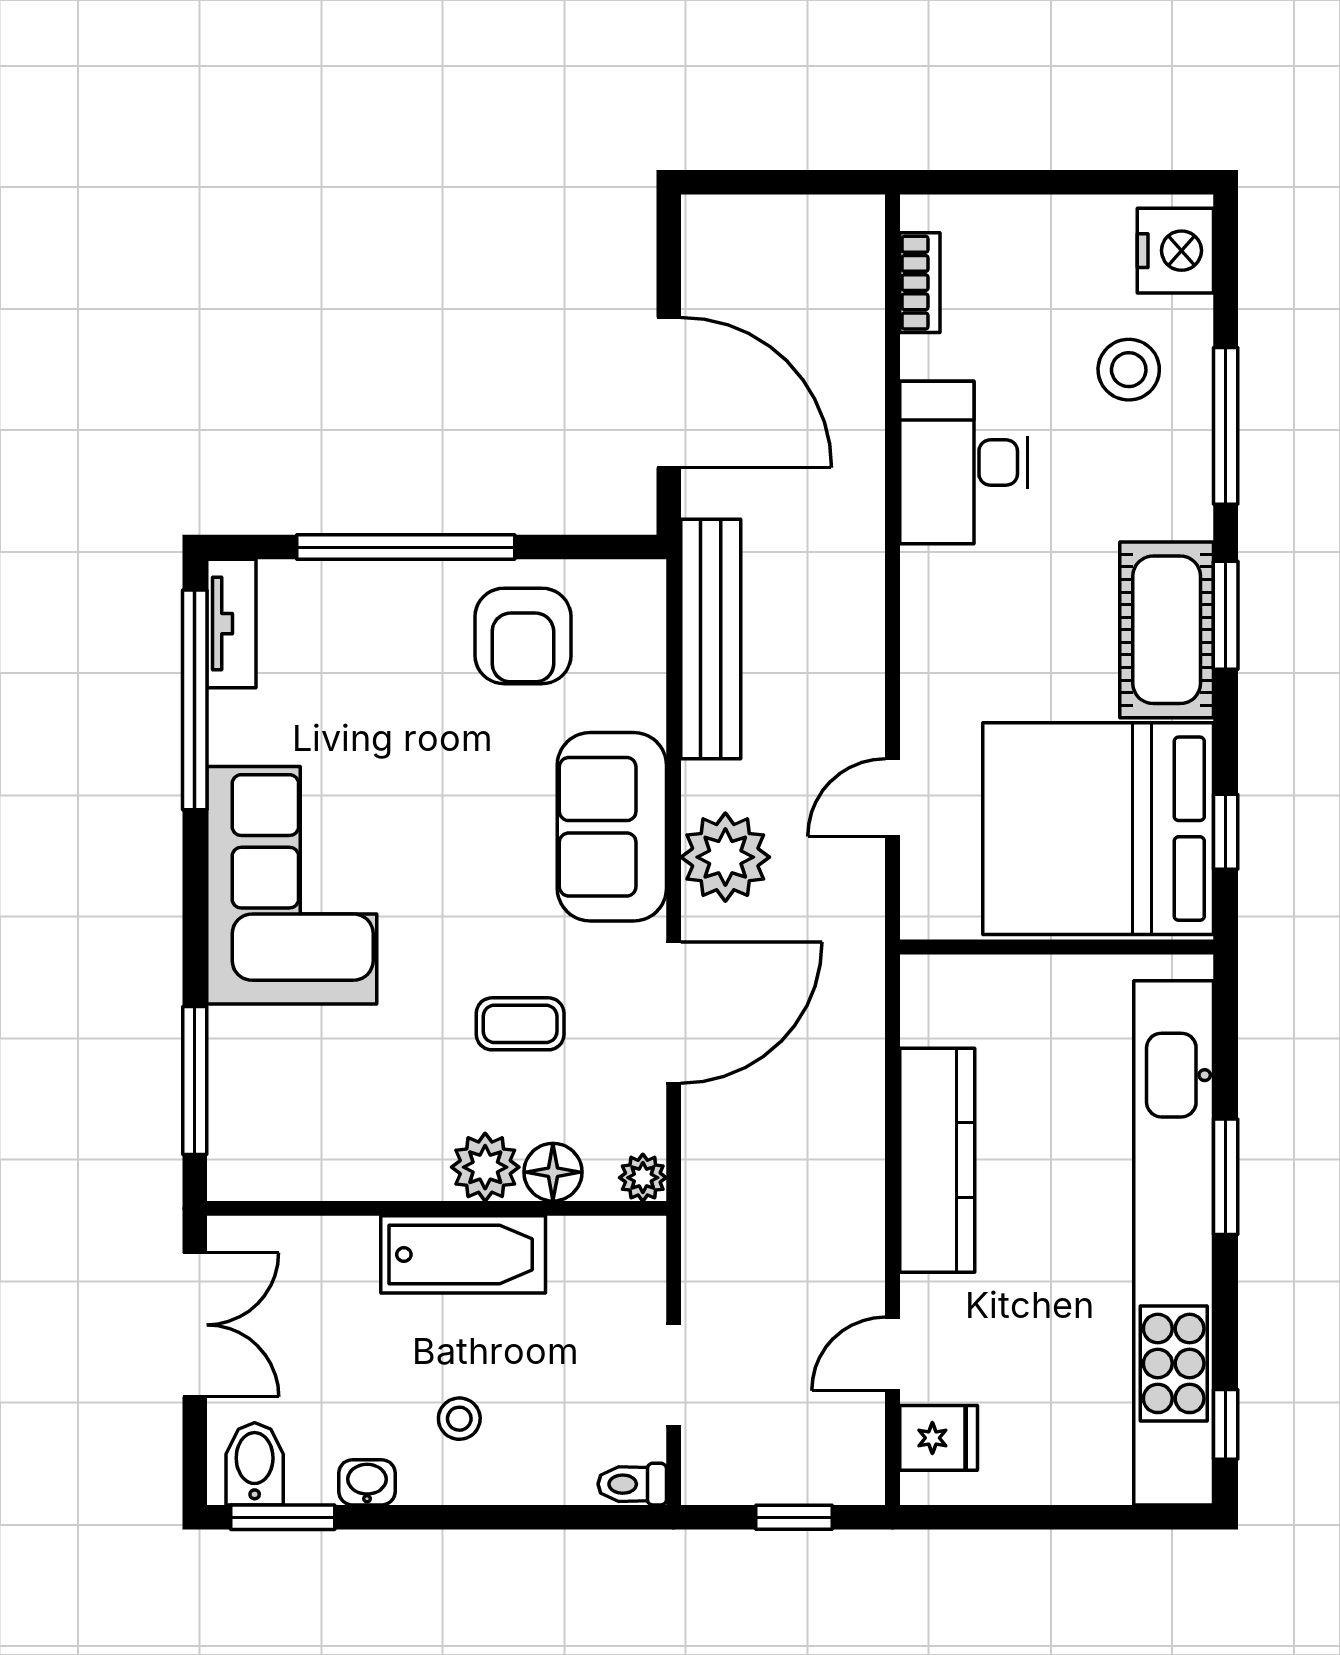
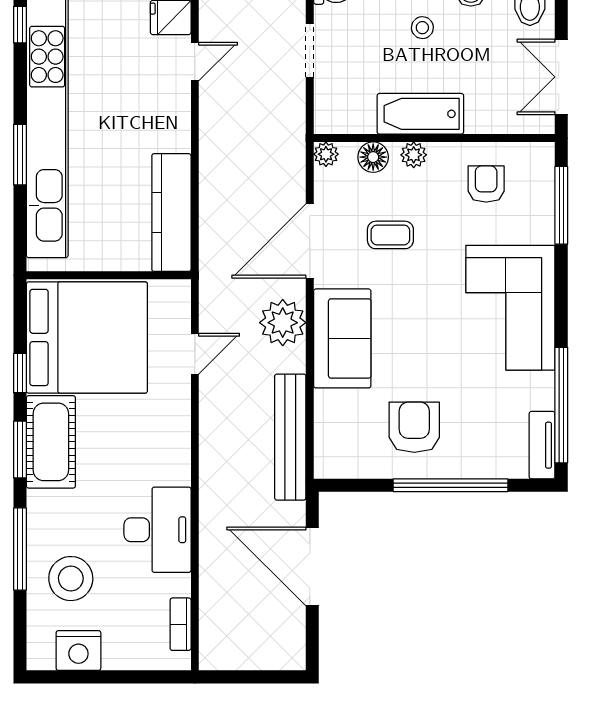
nightstand: (1175, 251) -> (78, 650), moved, turned -90
stool: (1129, 370) -> (71, 579), width x1.38, depth x1.38
armchair: (523, 636) -> (414, 427), moved
window: (1226, 832) -> (20, 373), moved
armchair: (338, 1121) -> (486, 184), added
kitchen counter: (937, 1160) -> (171, 213), moved
plant: (485, 1167) -> (414, 155), width x0.73, depth x0.73

